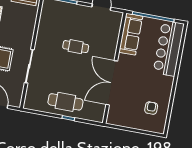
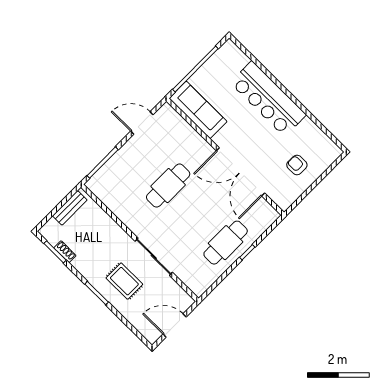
cafe table: (76, 47) -> (168, 186), width x1.37, depth x1.35
bar counter: (169, 48) -> (268, 99), moved
armchair: (151, 108) -> (297, 165), moved

